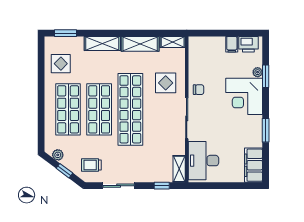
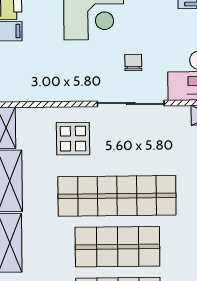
chair: (199, 90) -> (133, 62), moved

